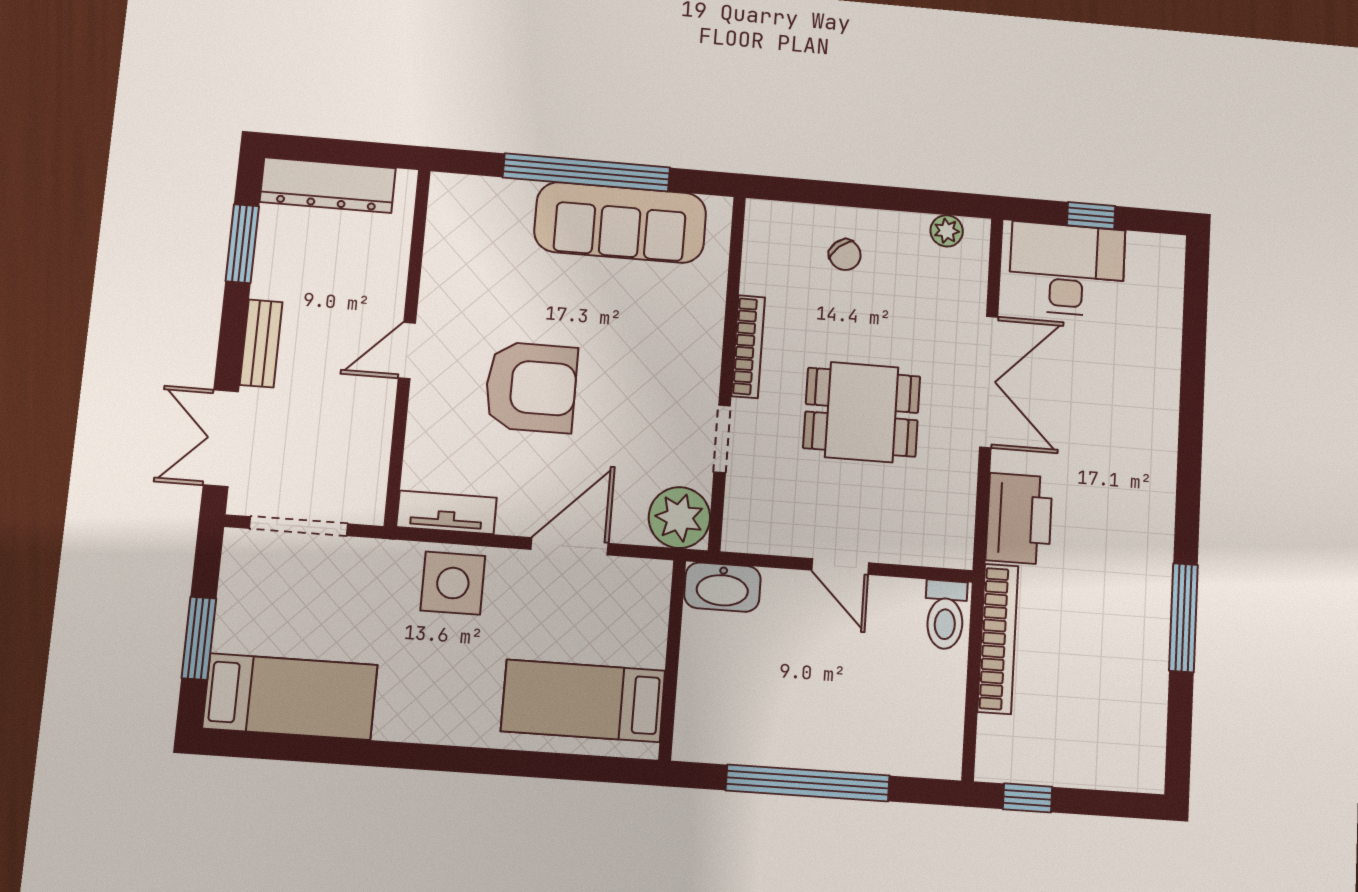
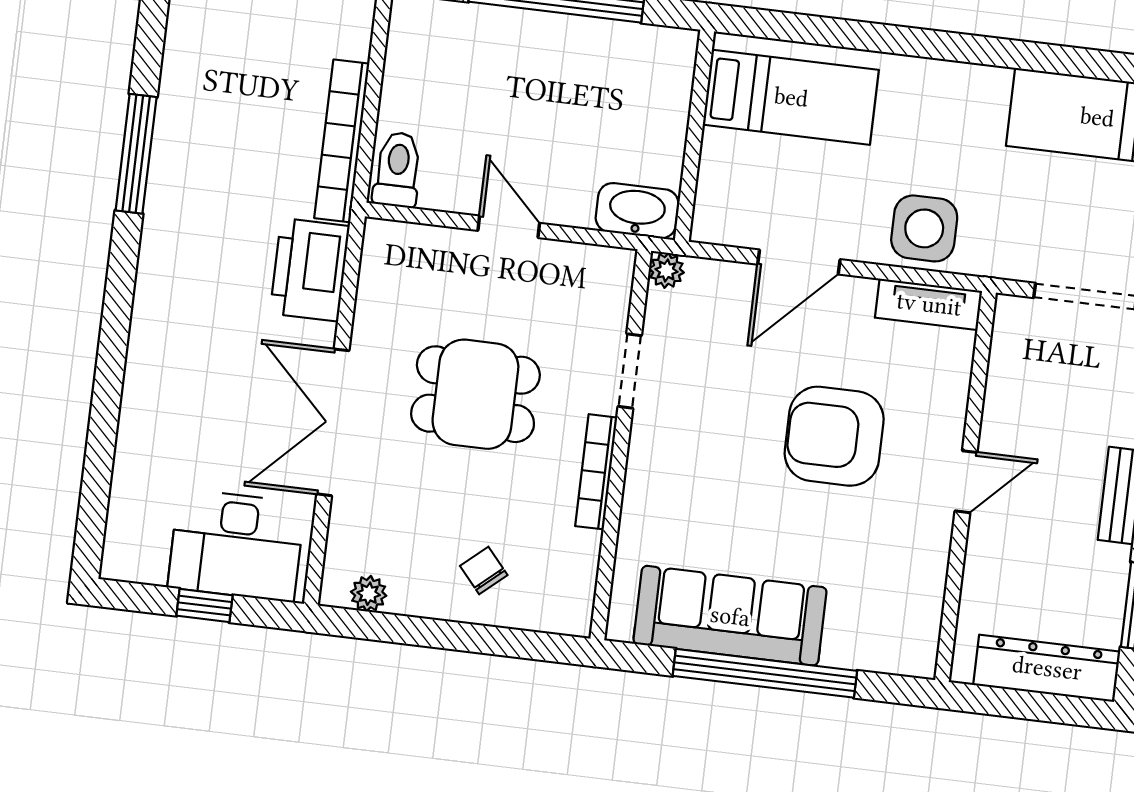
plant: (679, 518) -> (666, 270), width x0.53, depth x0.53

